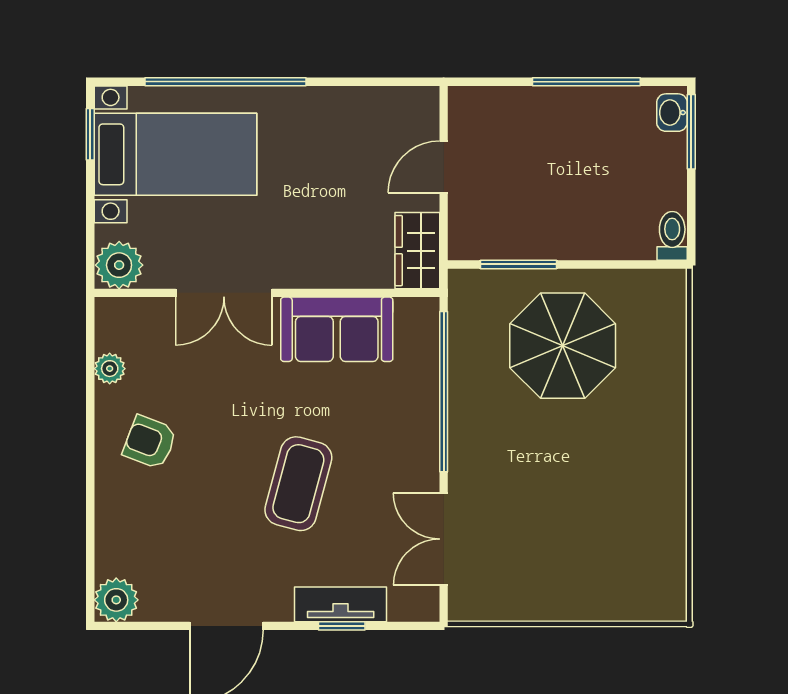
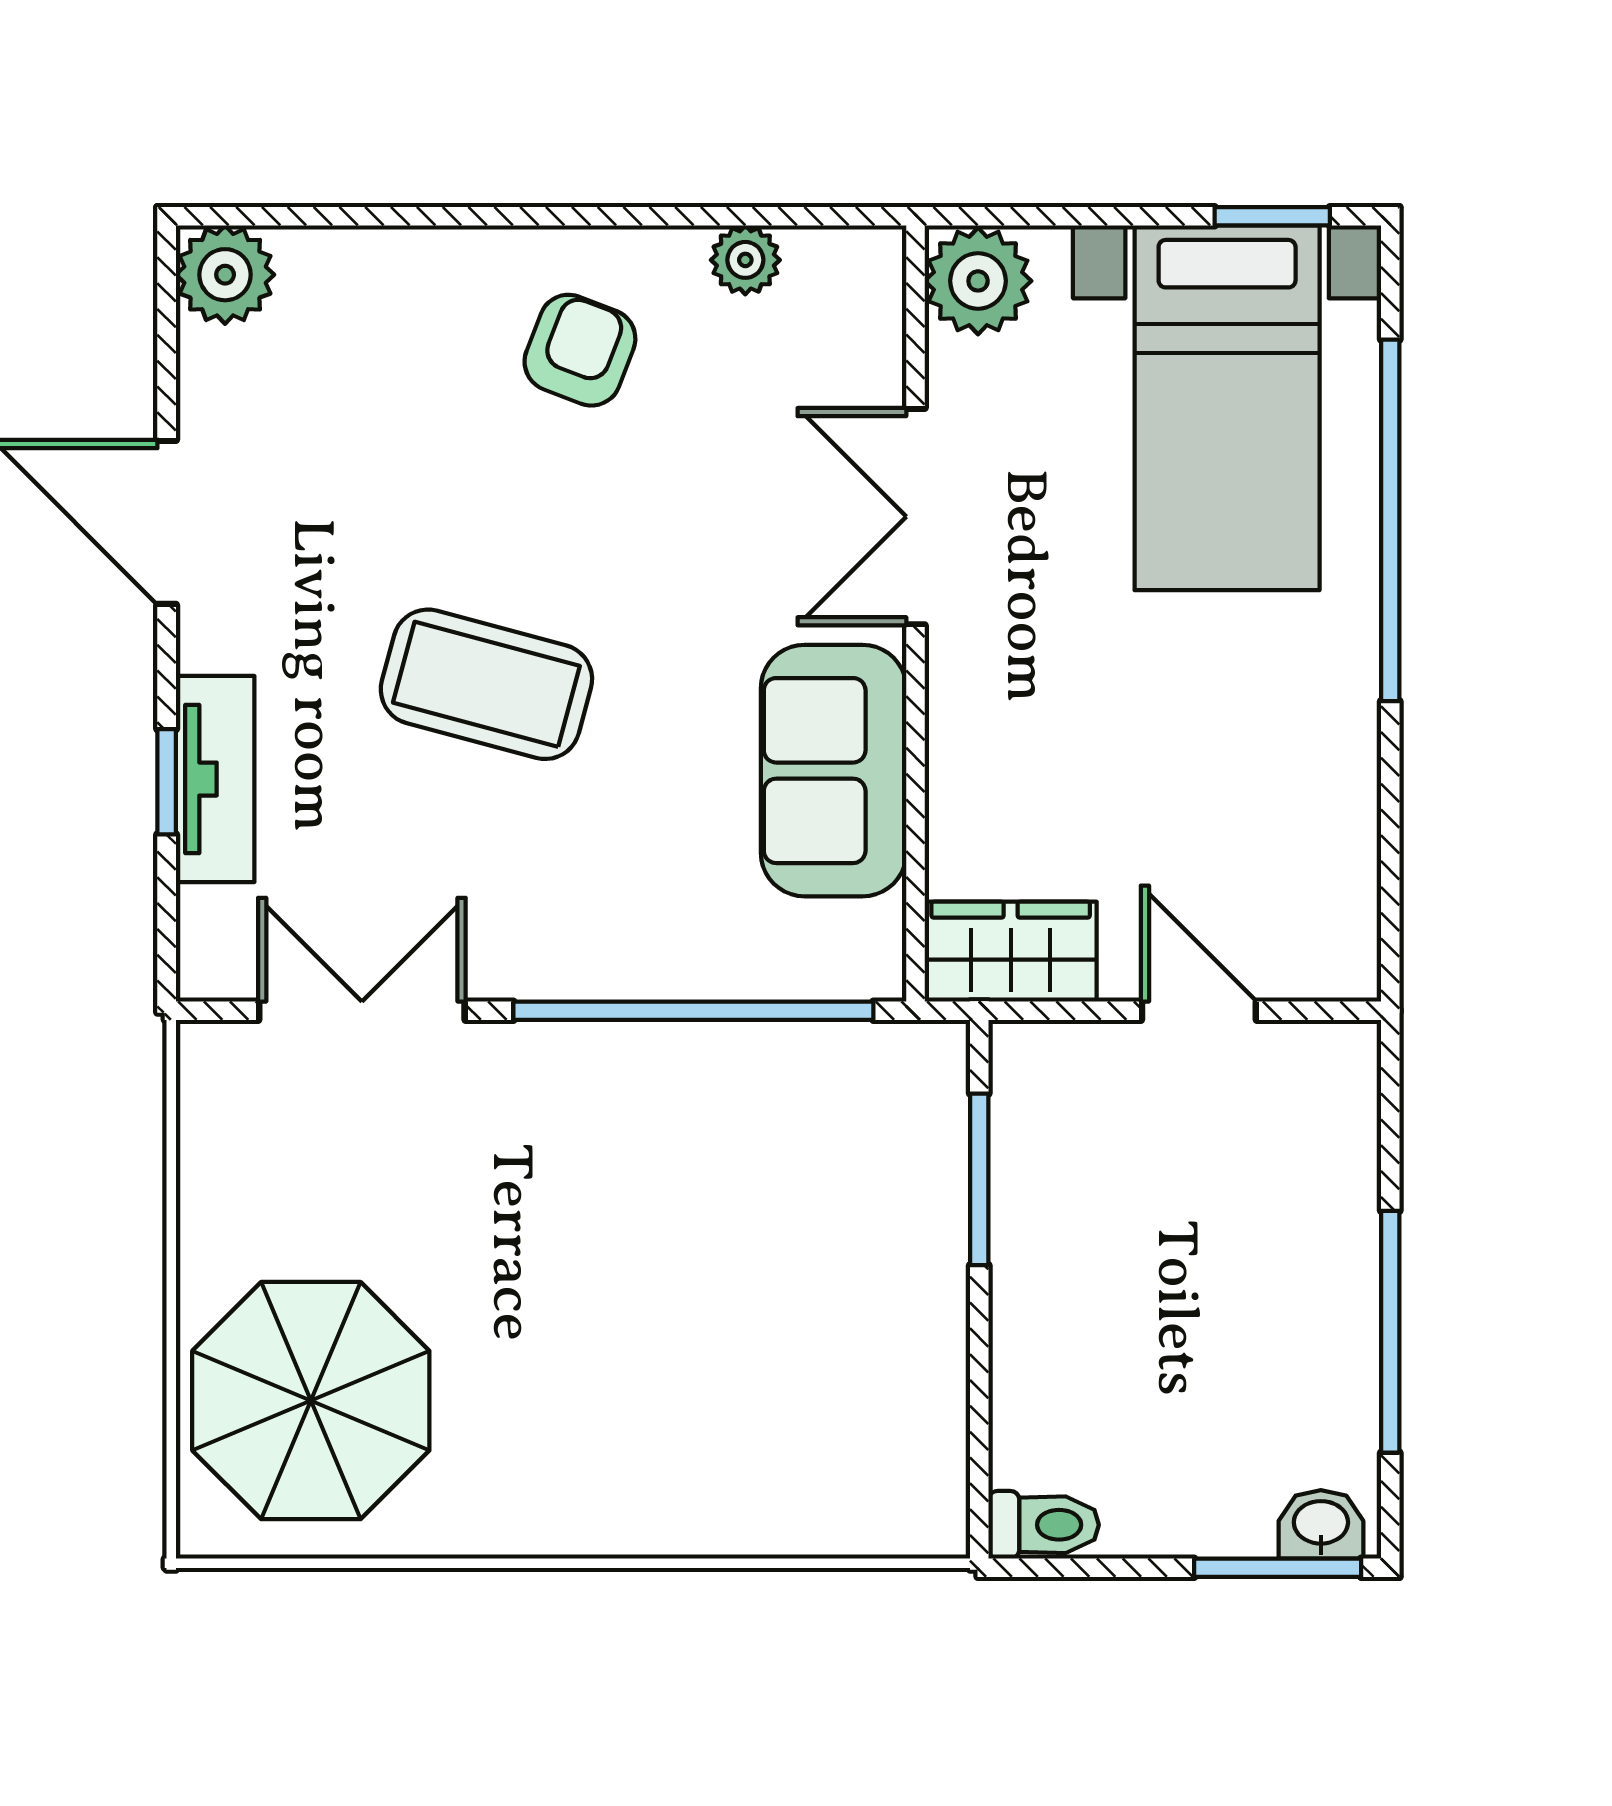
parasol: (563, 346) -> (311, 1401), moved

